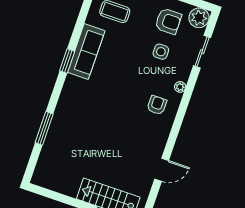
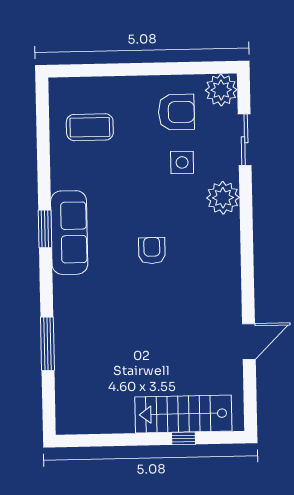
sofa: (86, 52) -> (69, 233), moved
plant: (180, 87) -> (223, 198), width x1.88, depth x1.88
armchair: (157, 105) -> (152, 251), moved

